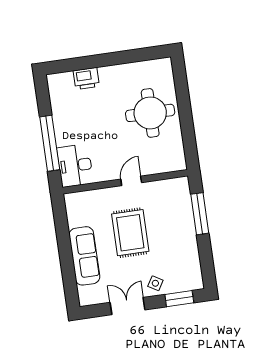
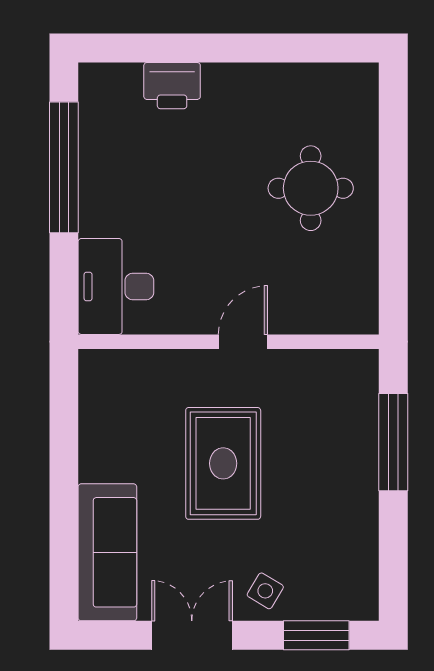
round table: (150, 113) -> (311, 188), width x0.73, depth x0.73
window: (50, 143) -> (64, 167), moved
sofa: (84, 256) -> (107, 552), moved

